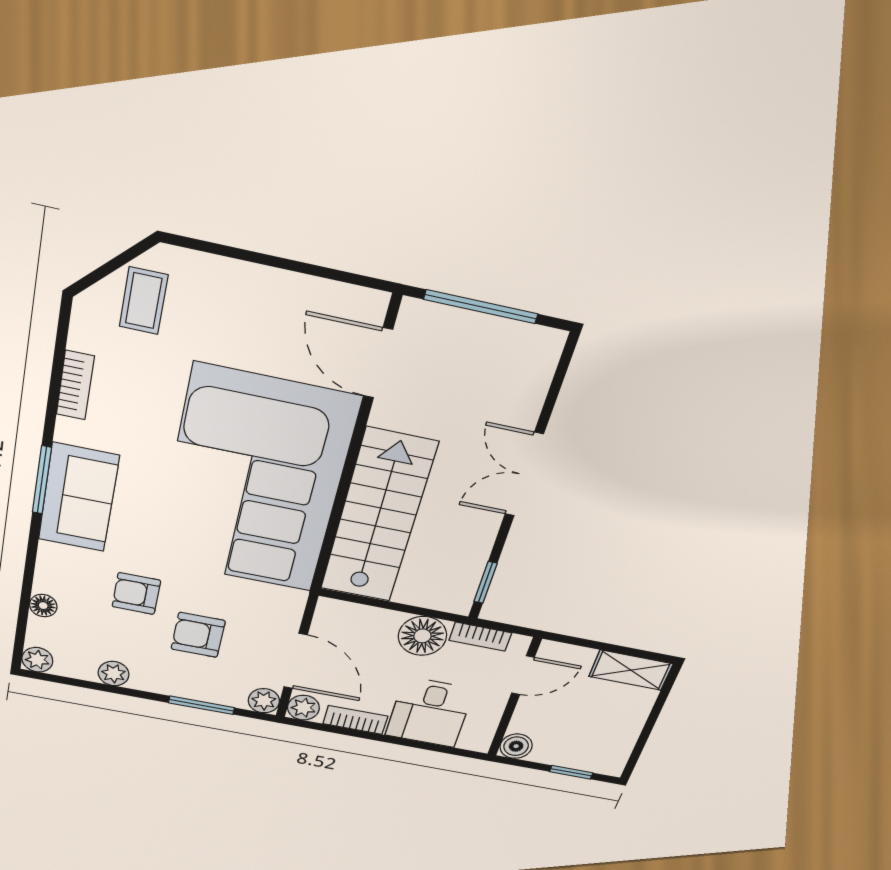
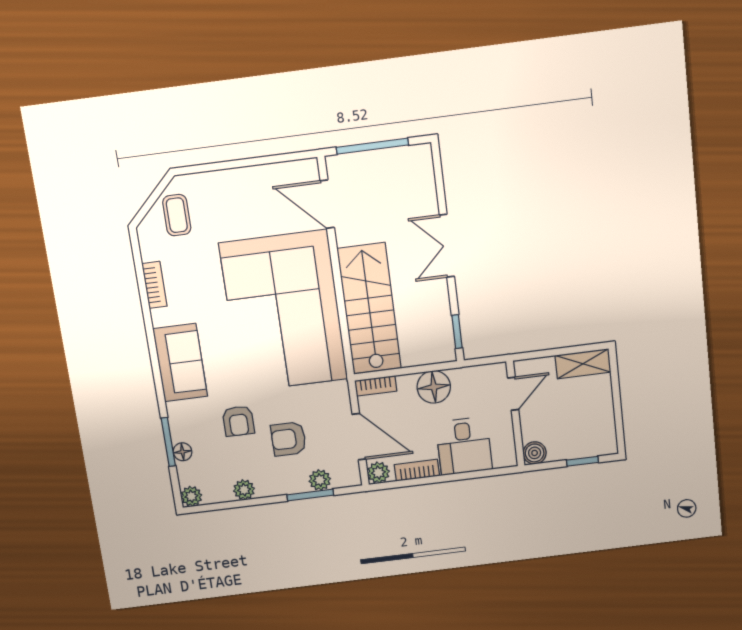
window: (42, 480) -> (168, 442), moved
armchair: (136, 594) -> (238, 421), turned -90
bookcase: (480, 637) -> (376, 386), moved
plant: (264, 701) -> (320, 480), moved

